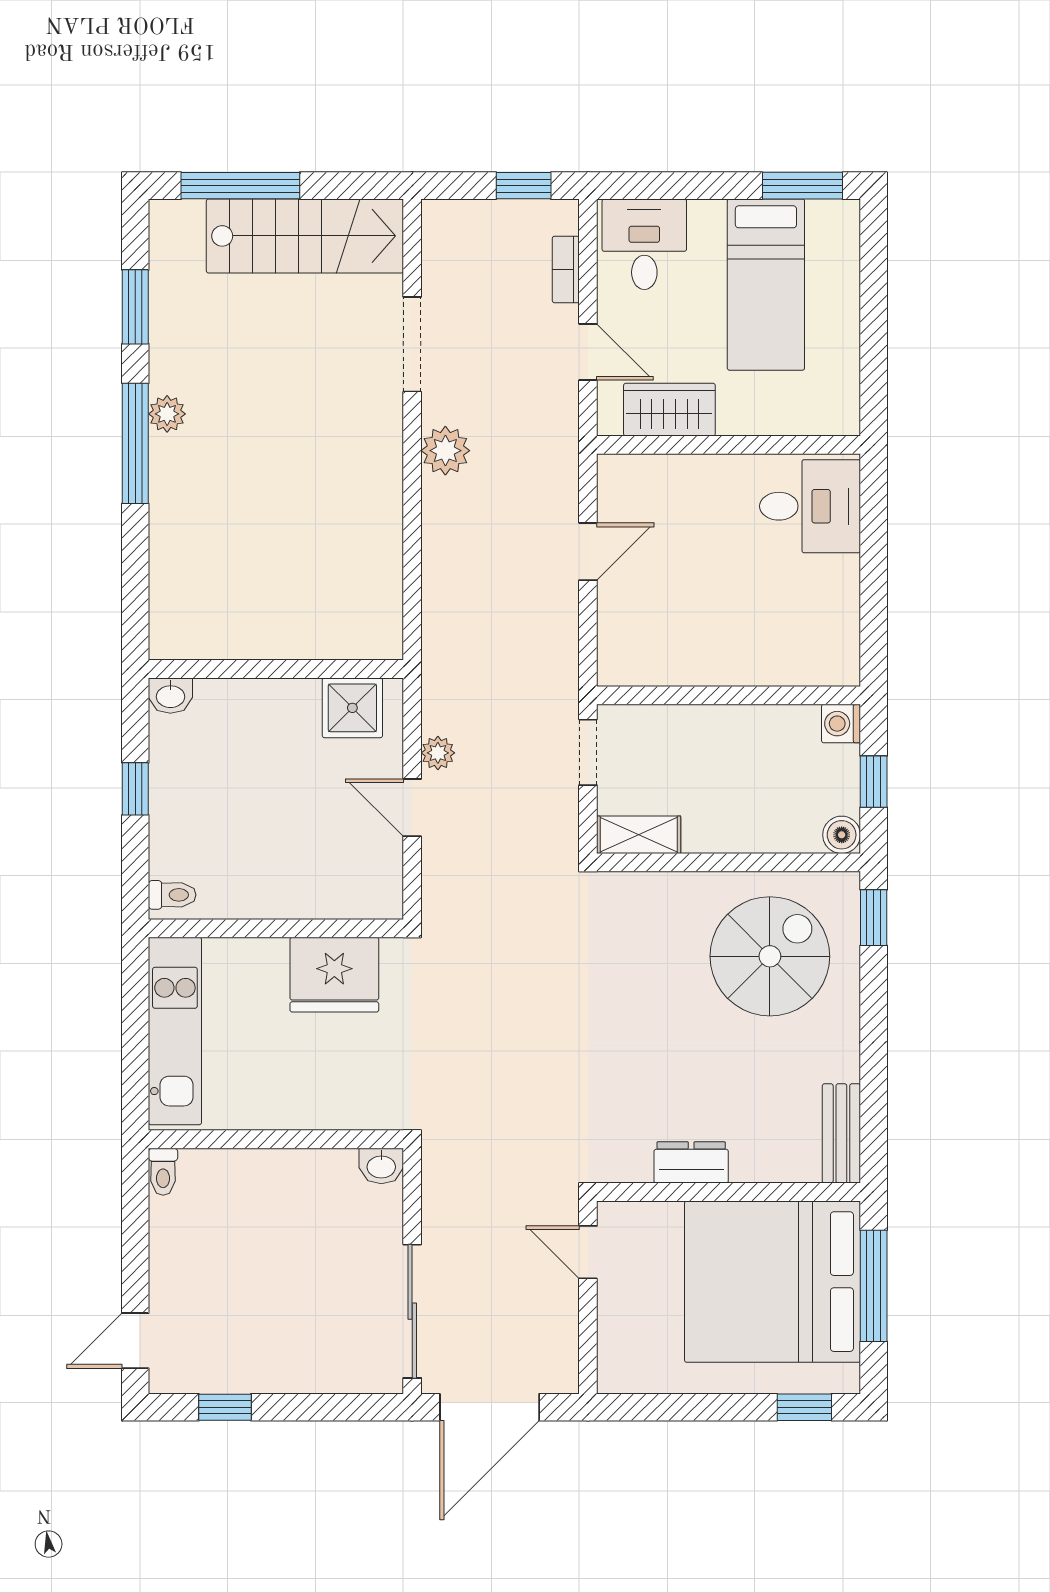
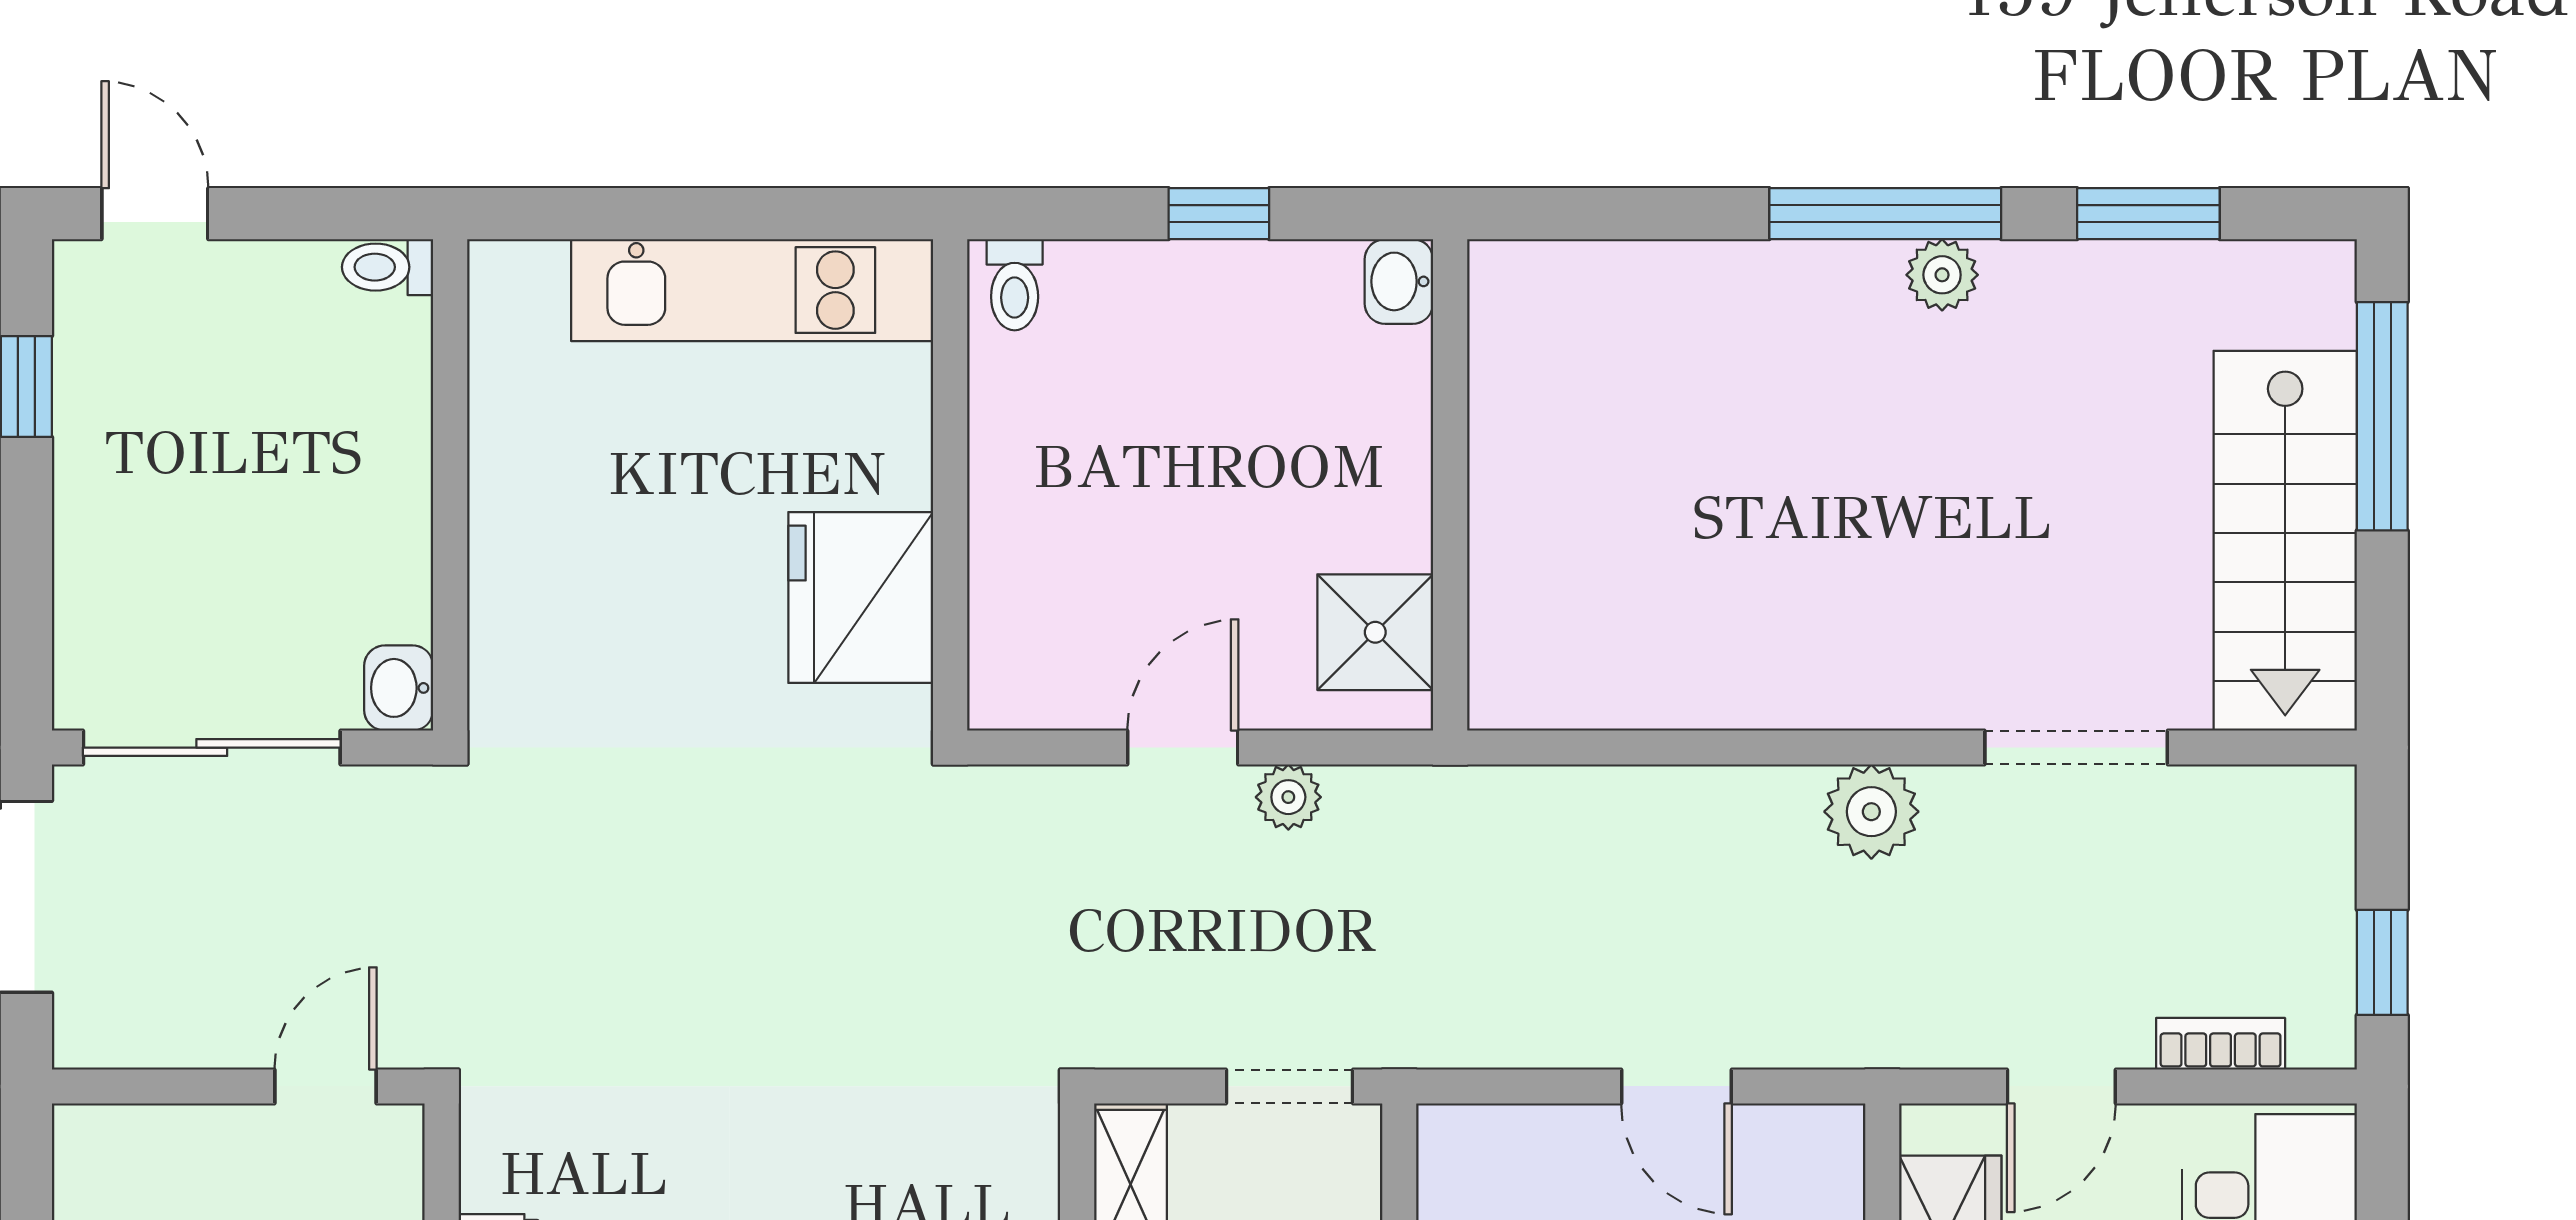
wall: (276, 1139) -> (450, 485), moved
washbasin: (381, 1166) -> (399, 688), moved
toilet: (163, 1172) -> (388, 267), moved

